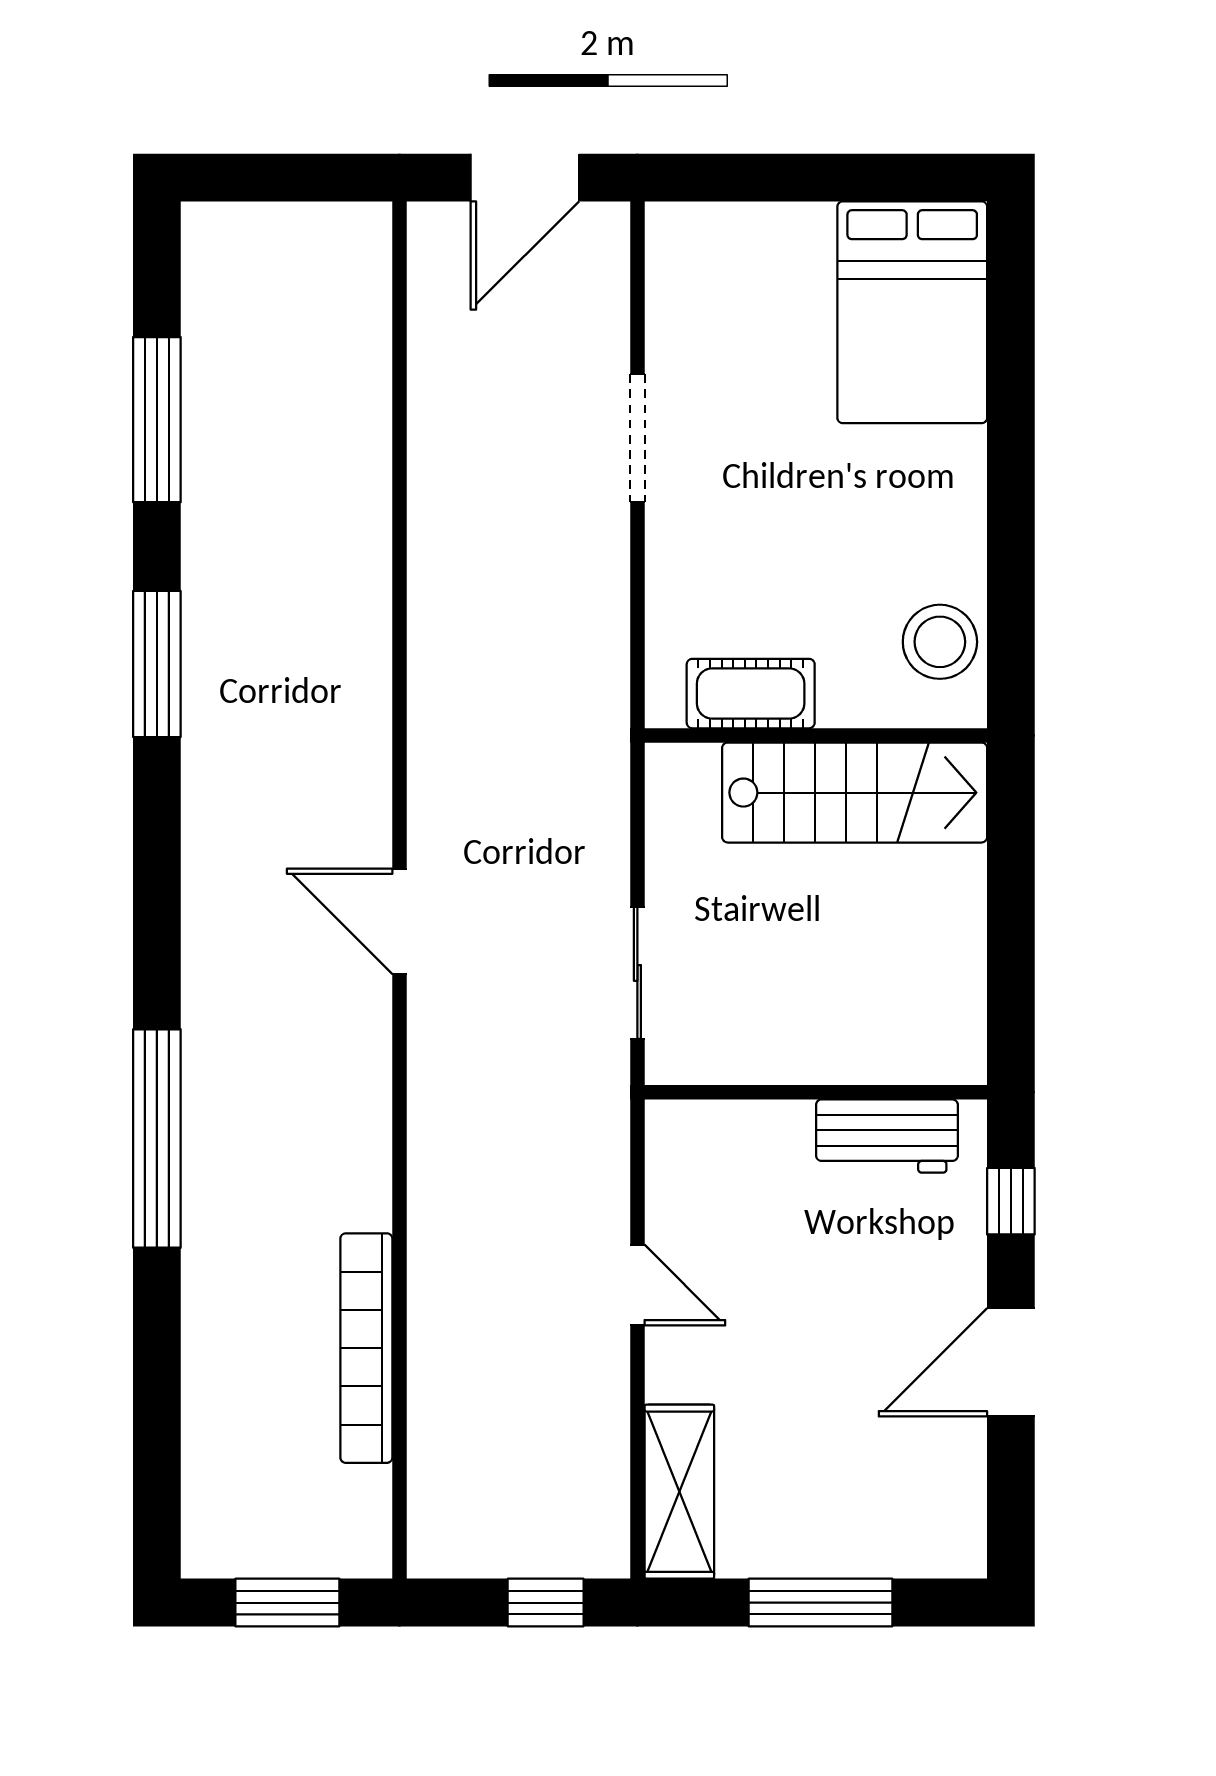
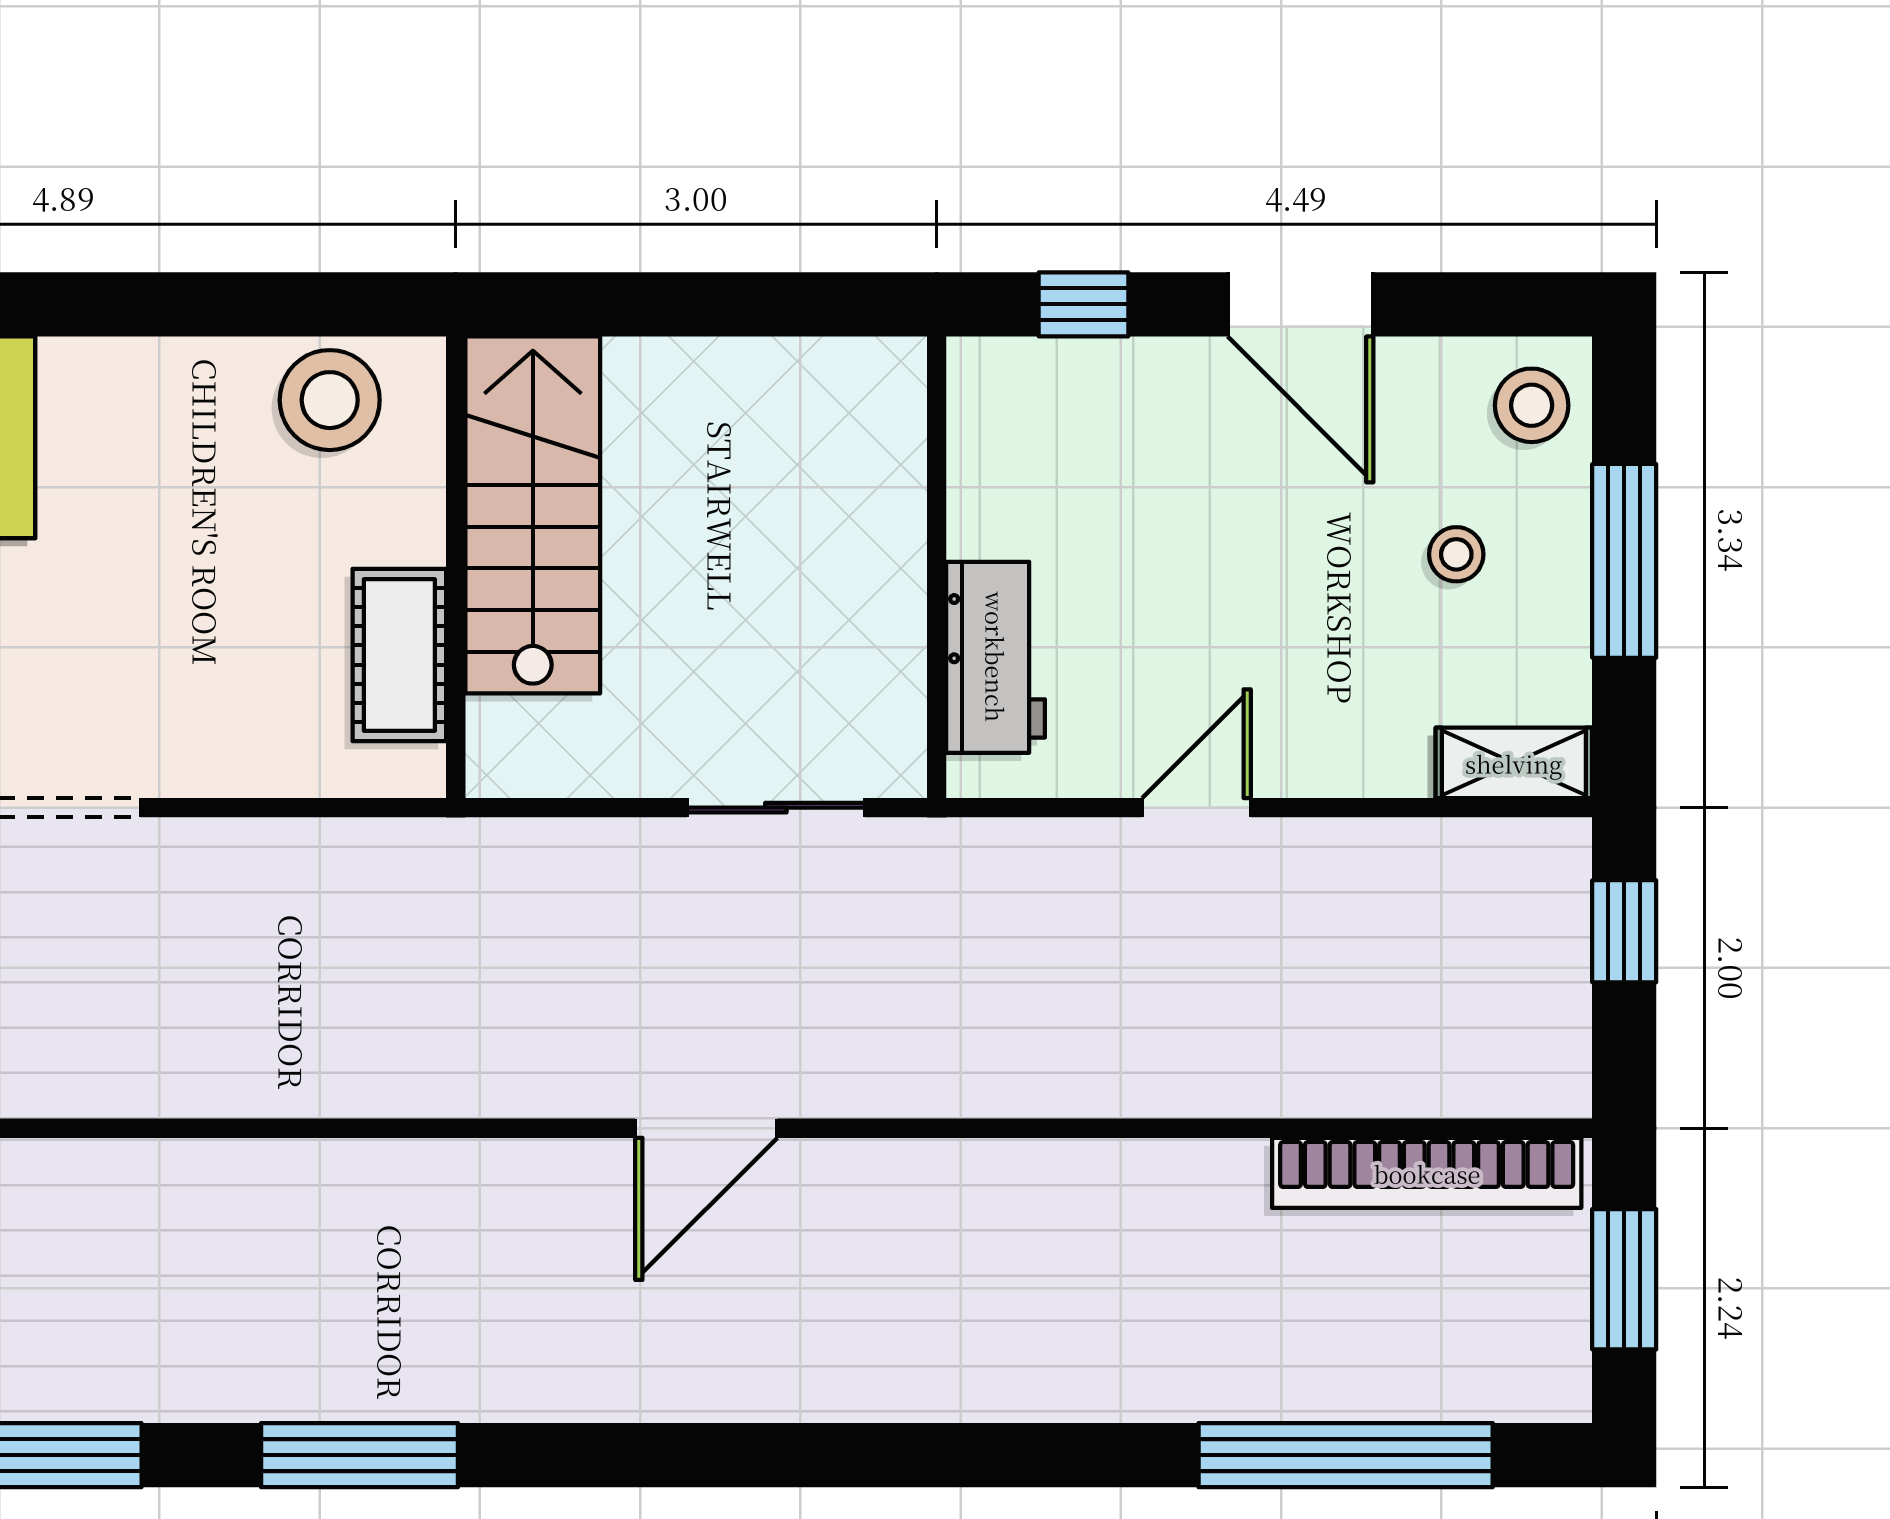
workbench: (887, 1136) -> (996, 657), moved
window: (157, 1138) -> (1346, 1455), moved
bookcase: (366, 1348) -> (1427, 1173), moved
stool: (825, 1478) -> (1456, 554), added
shelving: (679, 1492) -> (1514, 763), width x0.67, depth x0.75
stool: (936, 1534) -> (1532, 405), added

